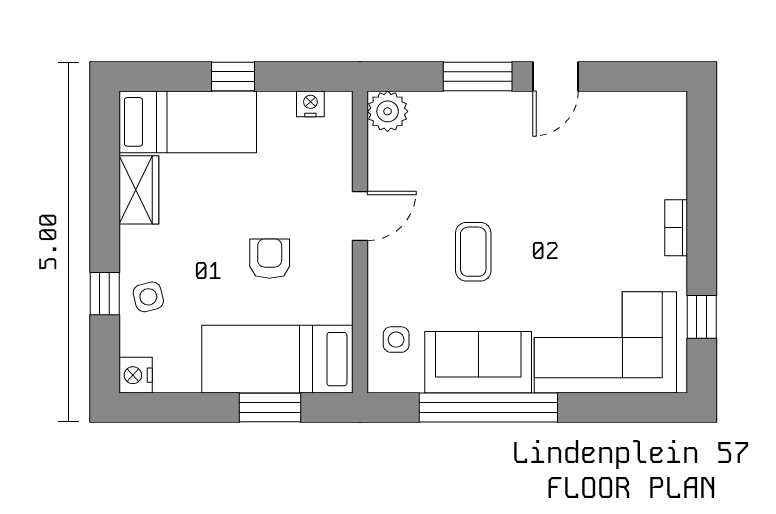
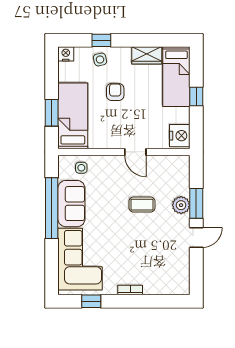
door: (556, 77) -> (196, 237), swing flipped
nightstand: (310, 104) -> (180, 136), width x1.89, depth x1.79
plant: (388, 111) -> (181, 205), moved
coffee table: (473, 252) -> (142, 205), moved
armchair: (270, 259) -> (115, 92), moved, turned -90

